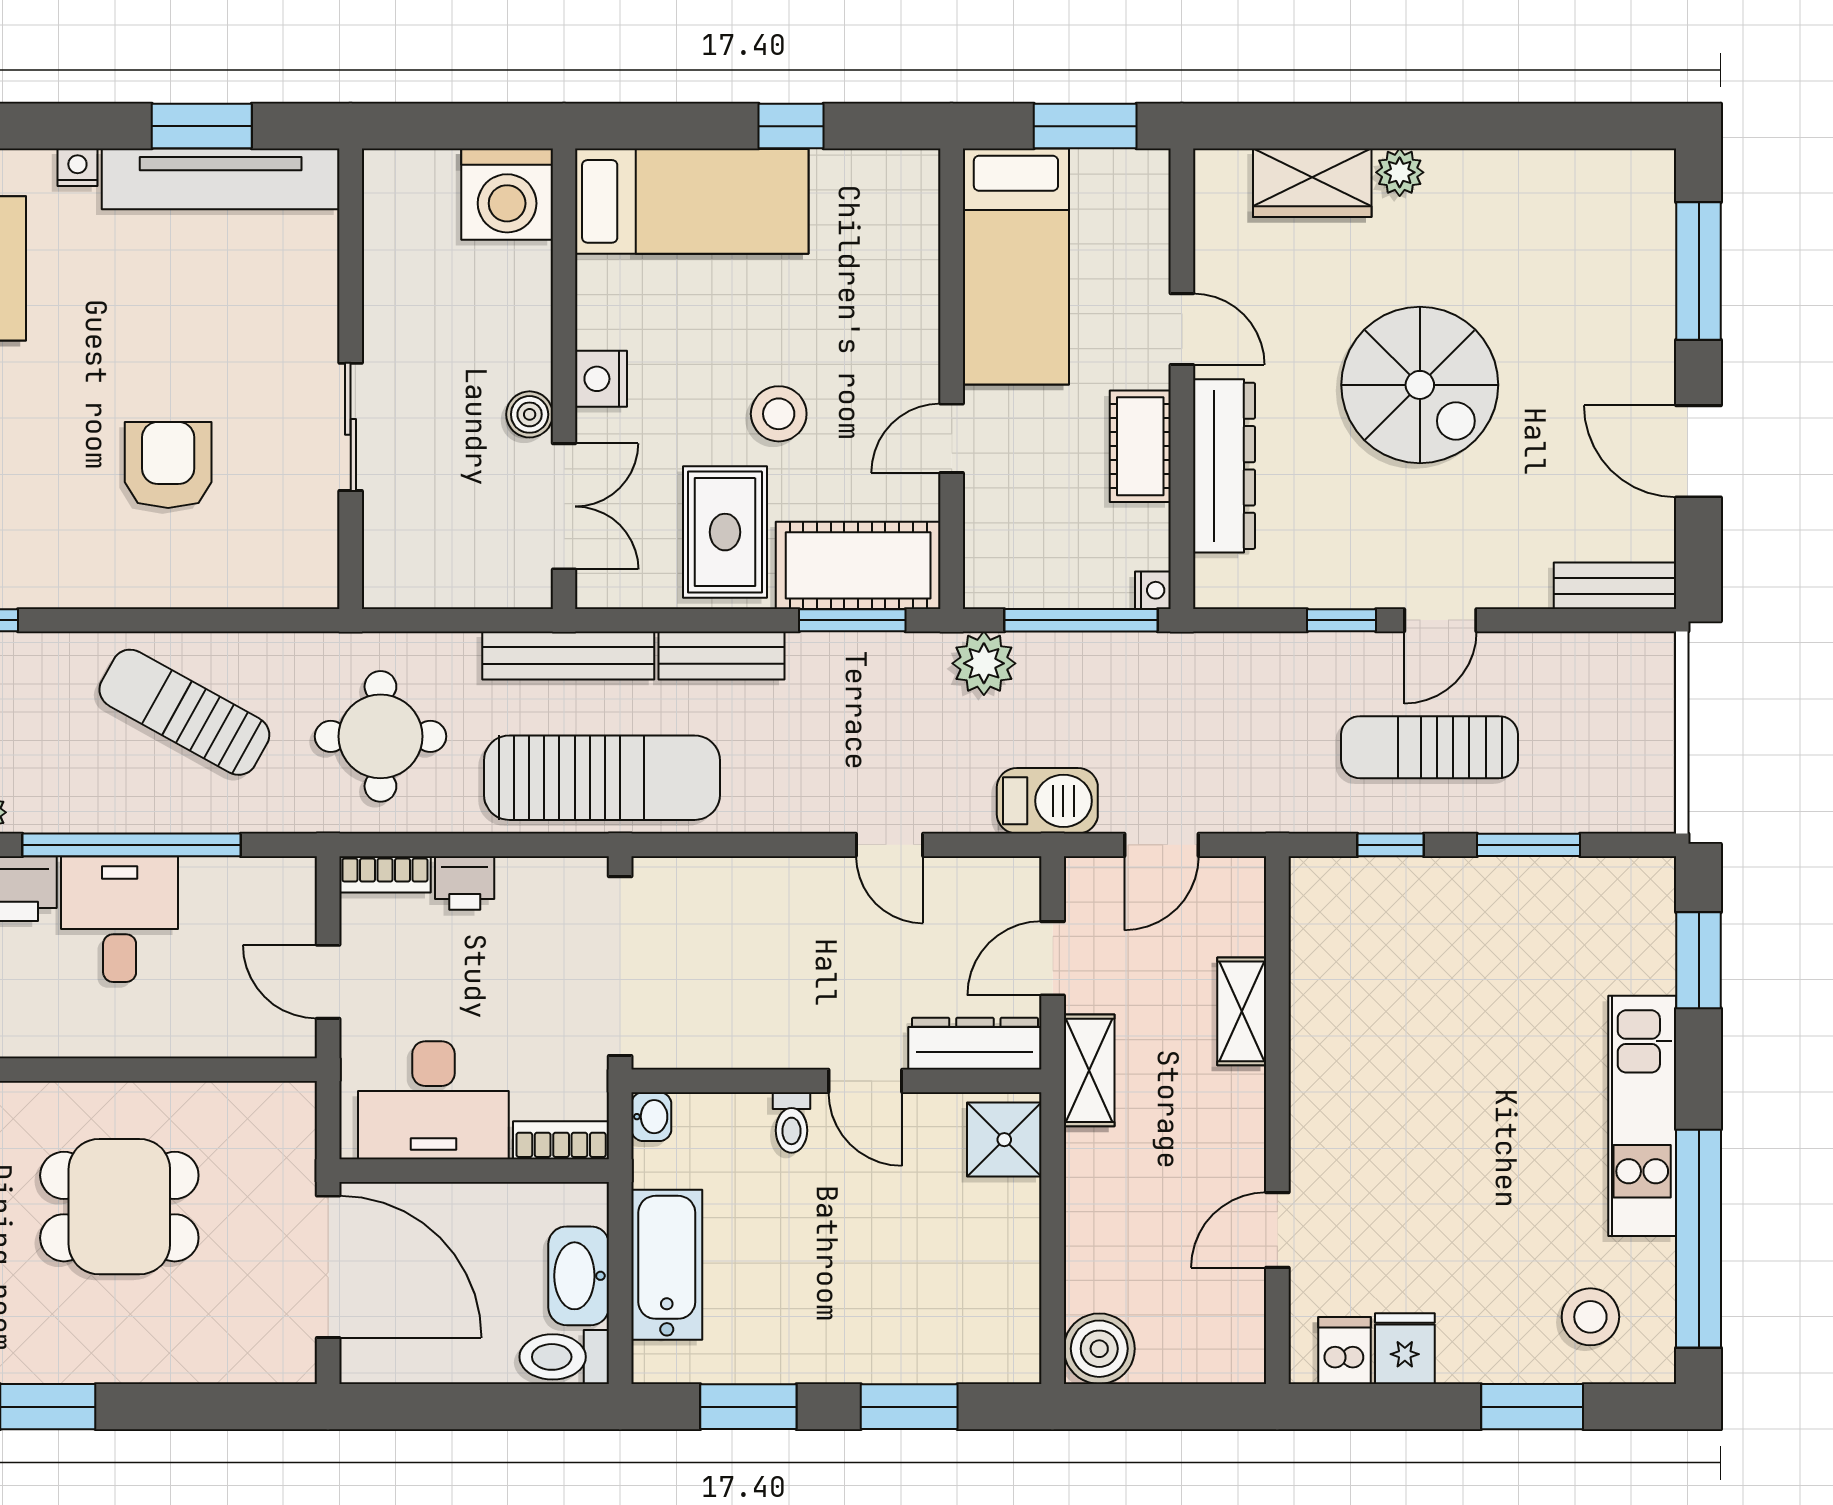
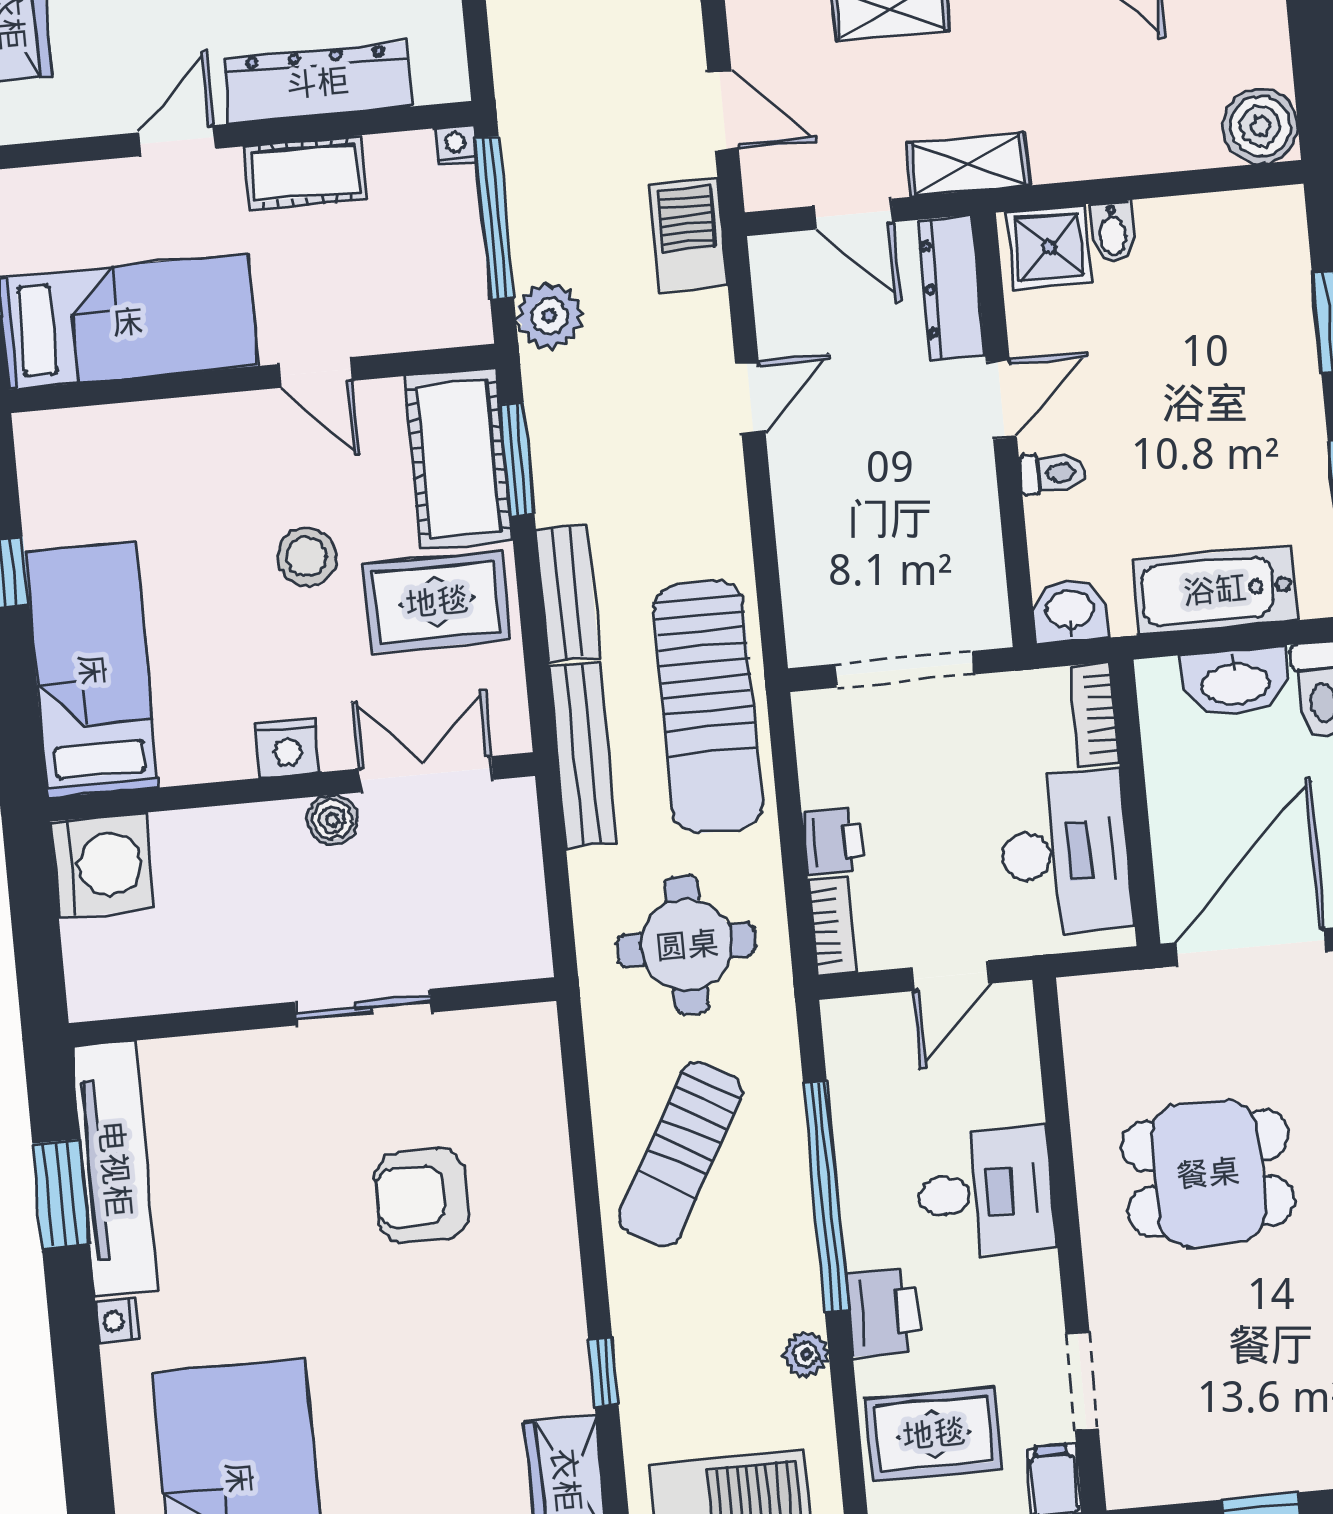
sun lounger: (602, 778) -> (708, 707), turned 180
desk: (120, 919) -> (985, 1192), moved, turned 180
doorway: (620, 966) -> (905, 669), width x0.73
washbasin: (651, 1117) -> (1069, 611), width x1.38, depth x1.45
bidet: (1013, 1201) -> (1113, 232), added
dining table: (119, 1207) -> (1208, 1173), turned 90

